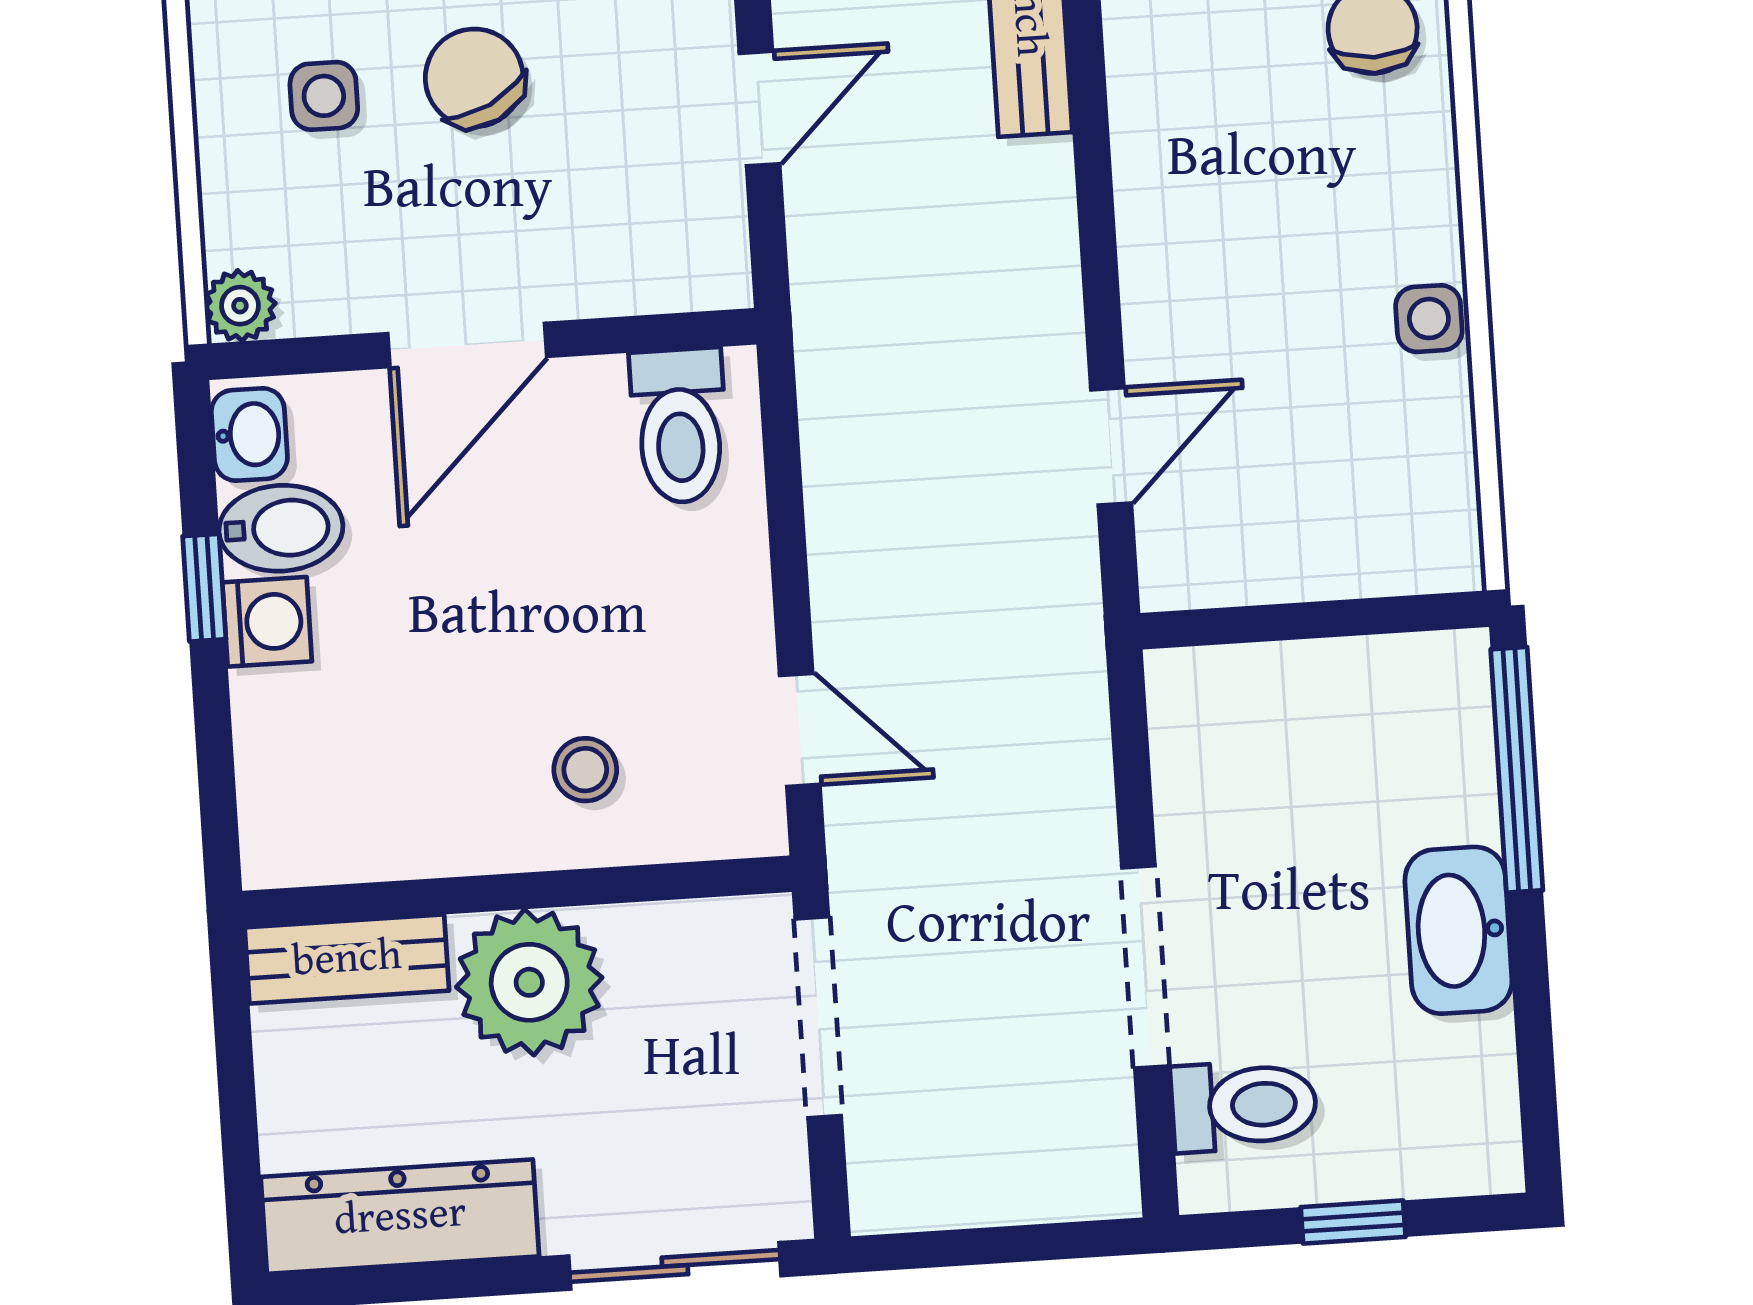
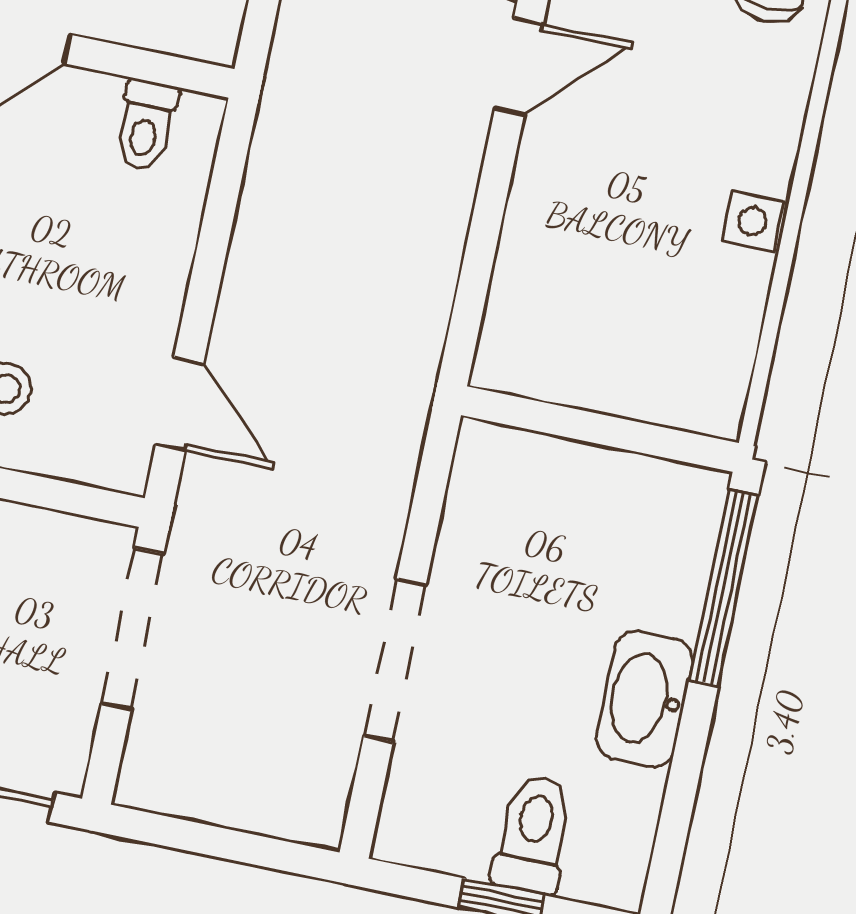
toilet: (679, 426) -> (146, 125), width x0.73, depth x0.72
door: (1111, 446) -> (519, 67), moved
toilet: (1244, 1106) -> (533, 834), moved, turned -90

